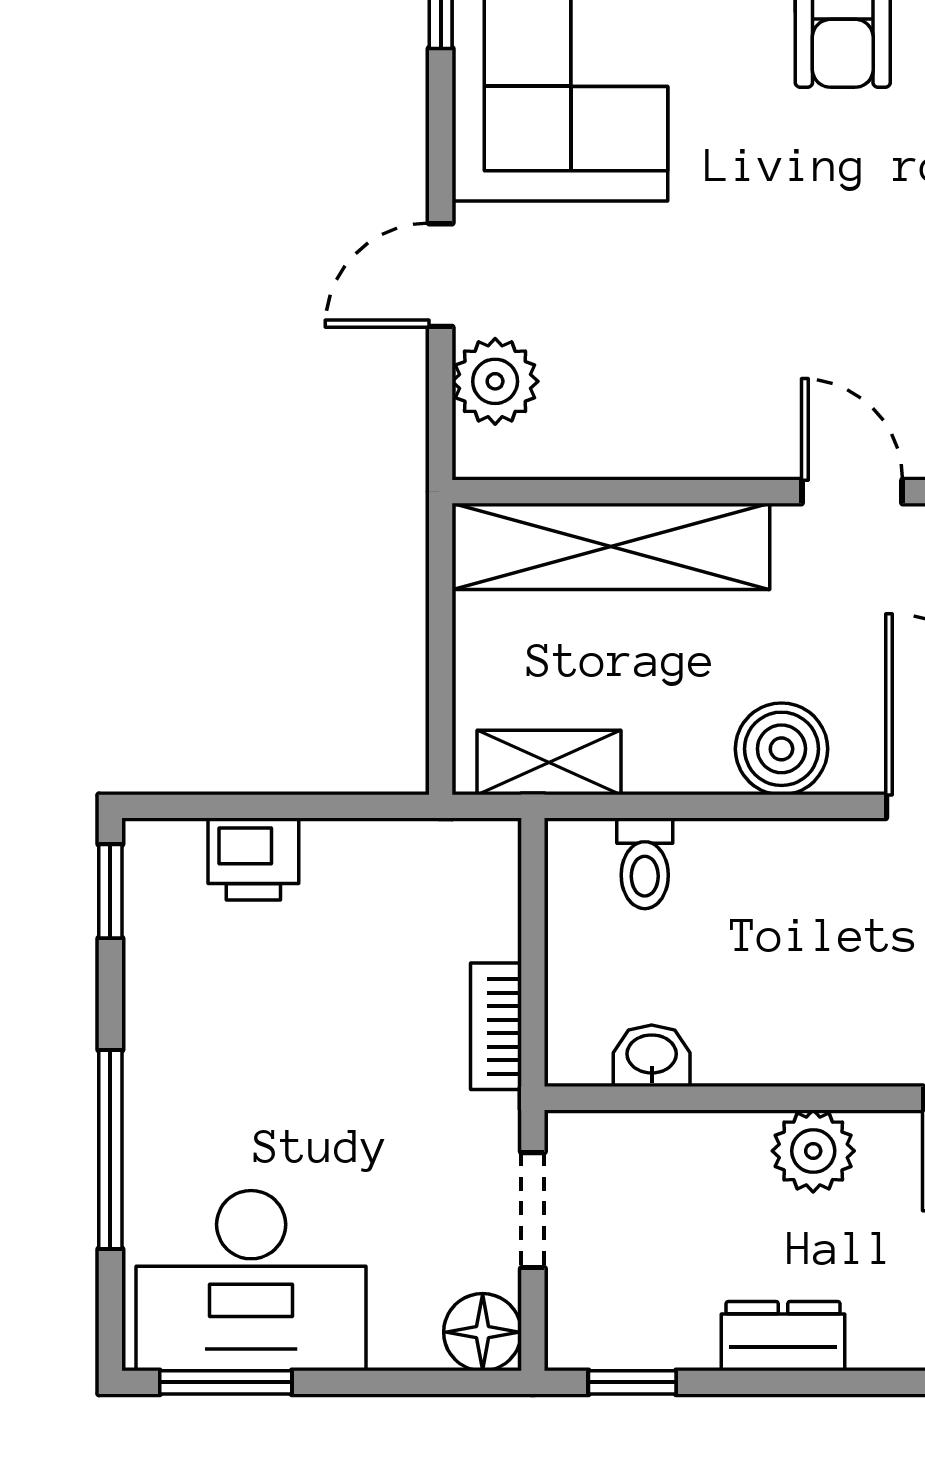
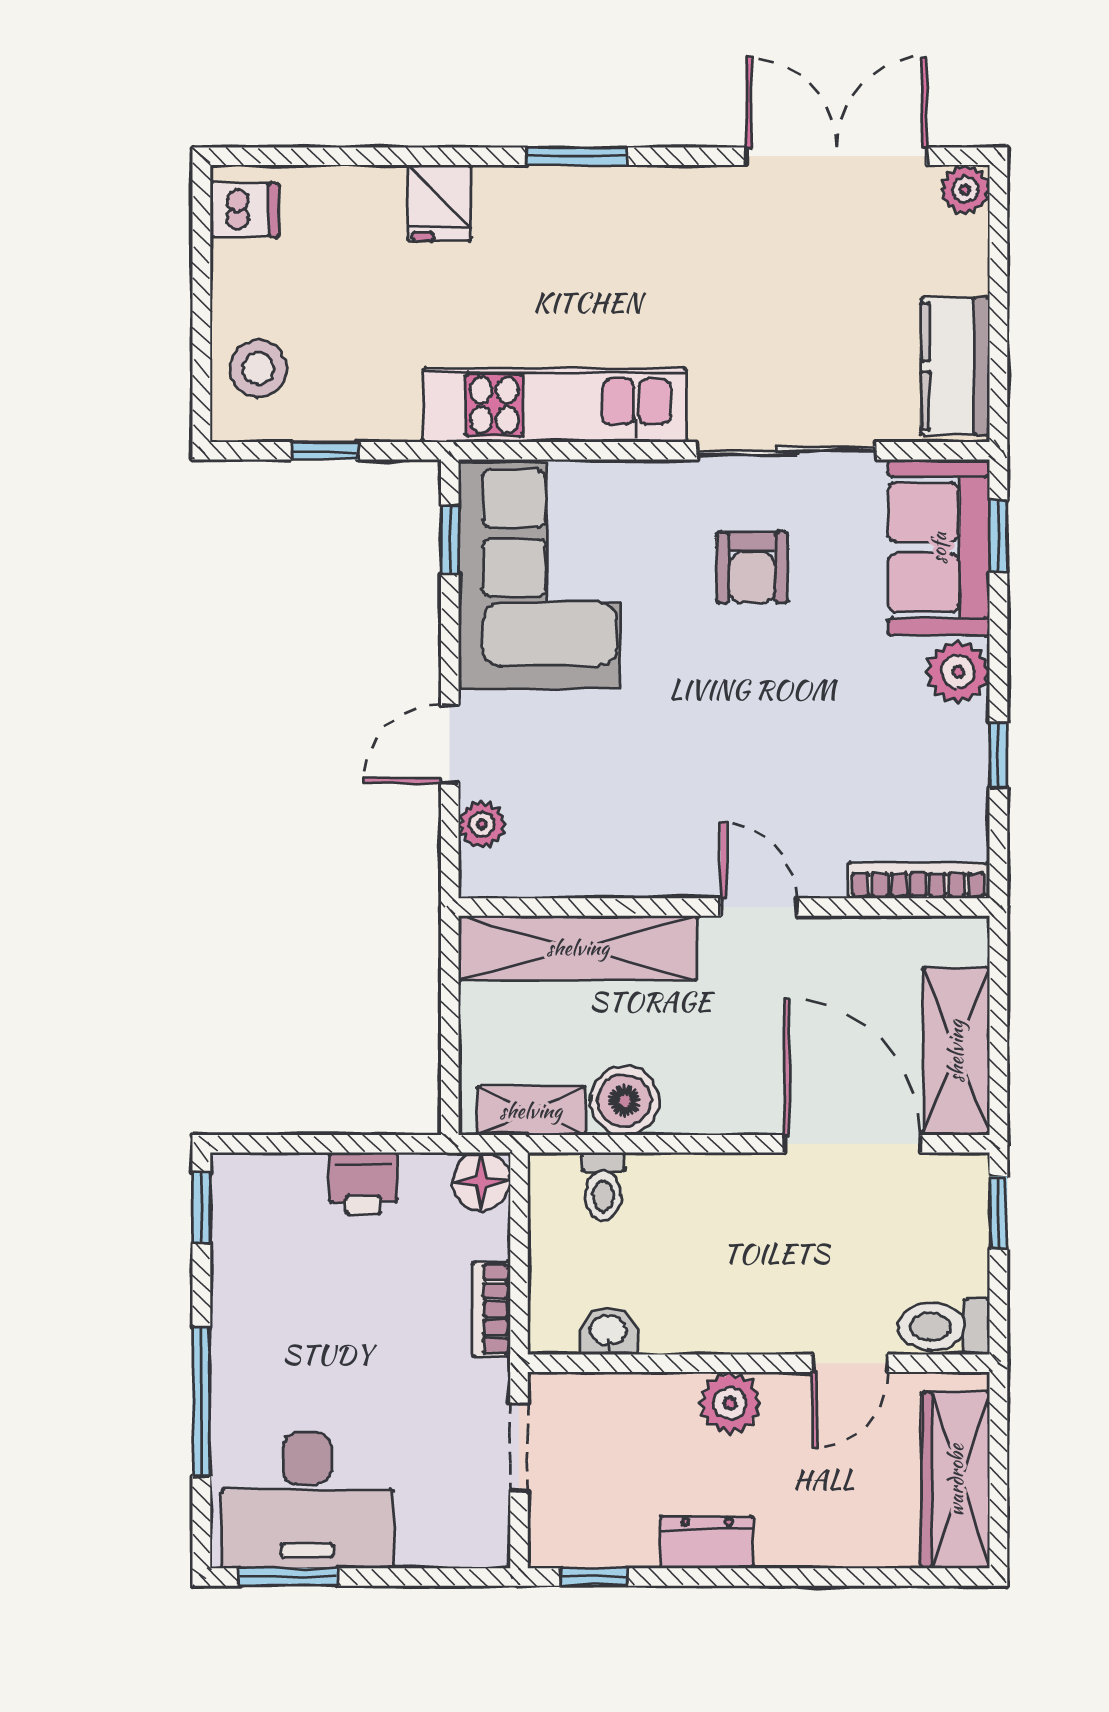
plant: (495, 381) -> (482, 824), width x0.73, depth x0.73
boiler: (781, 749) -> (624, 1101), moved
printer: (253, 859) -> (363, 1183), moved
floor lamp: (483, 1332) -> (481, 1182), moved

